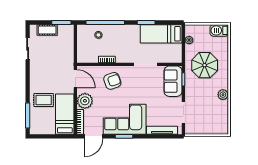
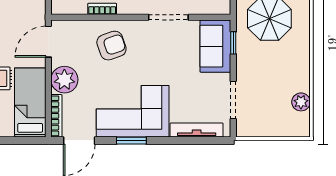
door: (75, 79) -> (48, 42), swing flipped
plant: (223, 95) -> (301, 102), moved

